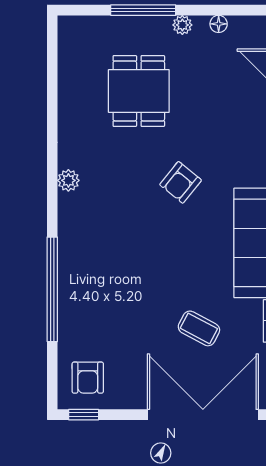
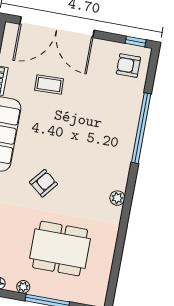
dining table: (139, 91) -> (60, 249), width x1.38
coffee table: (199, 328) -> (49, 85), turned -30
armchair: (88, 378) -> (128, 66), turned -90

